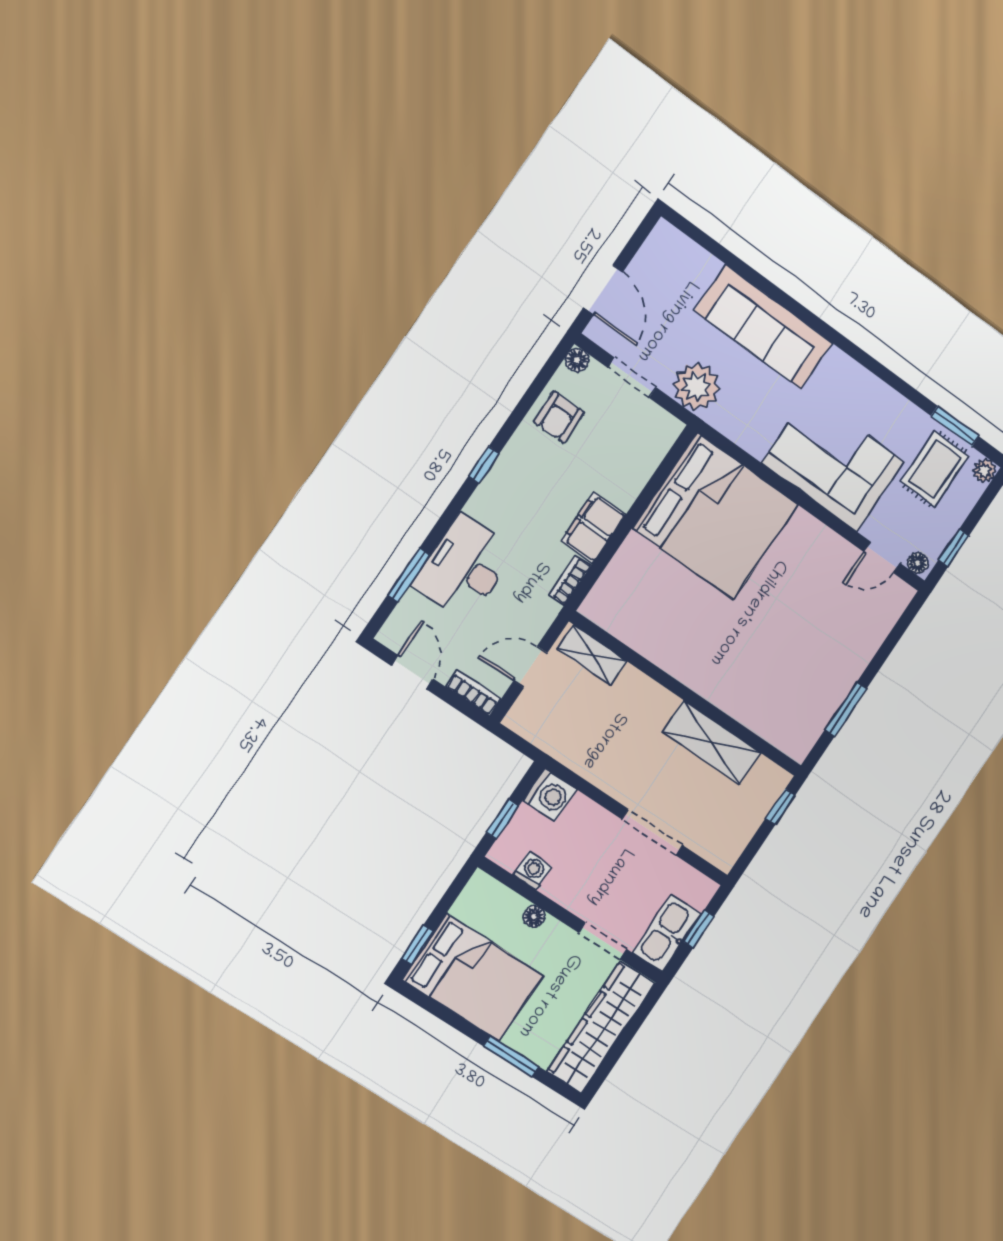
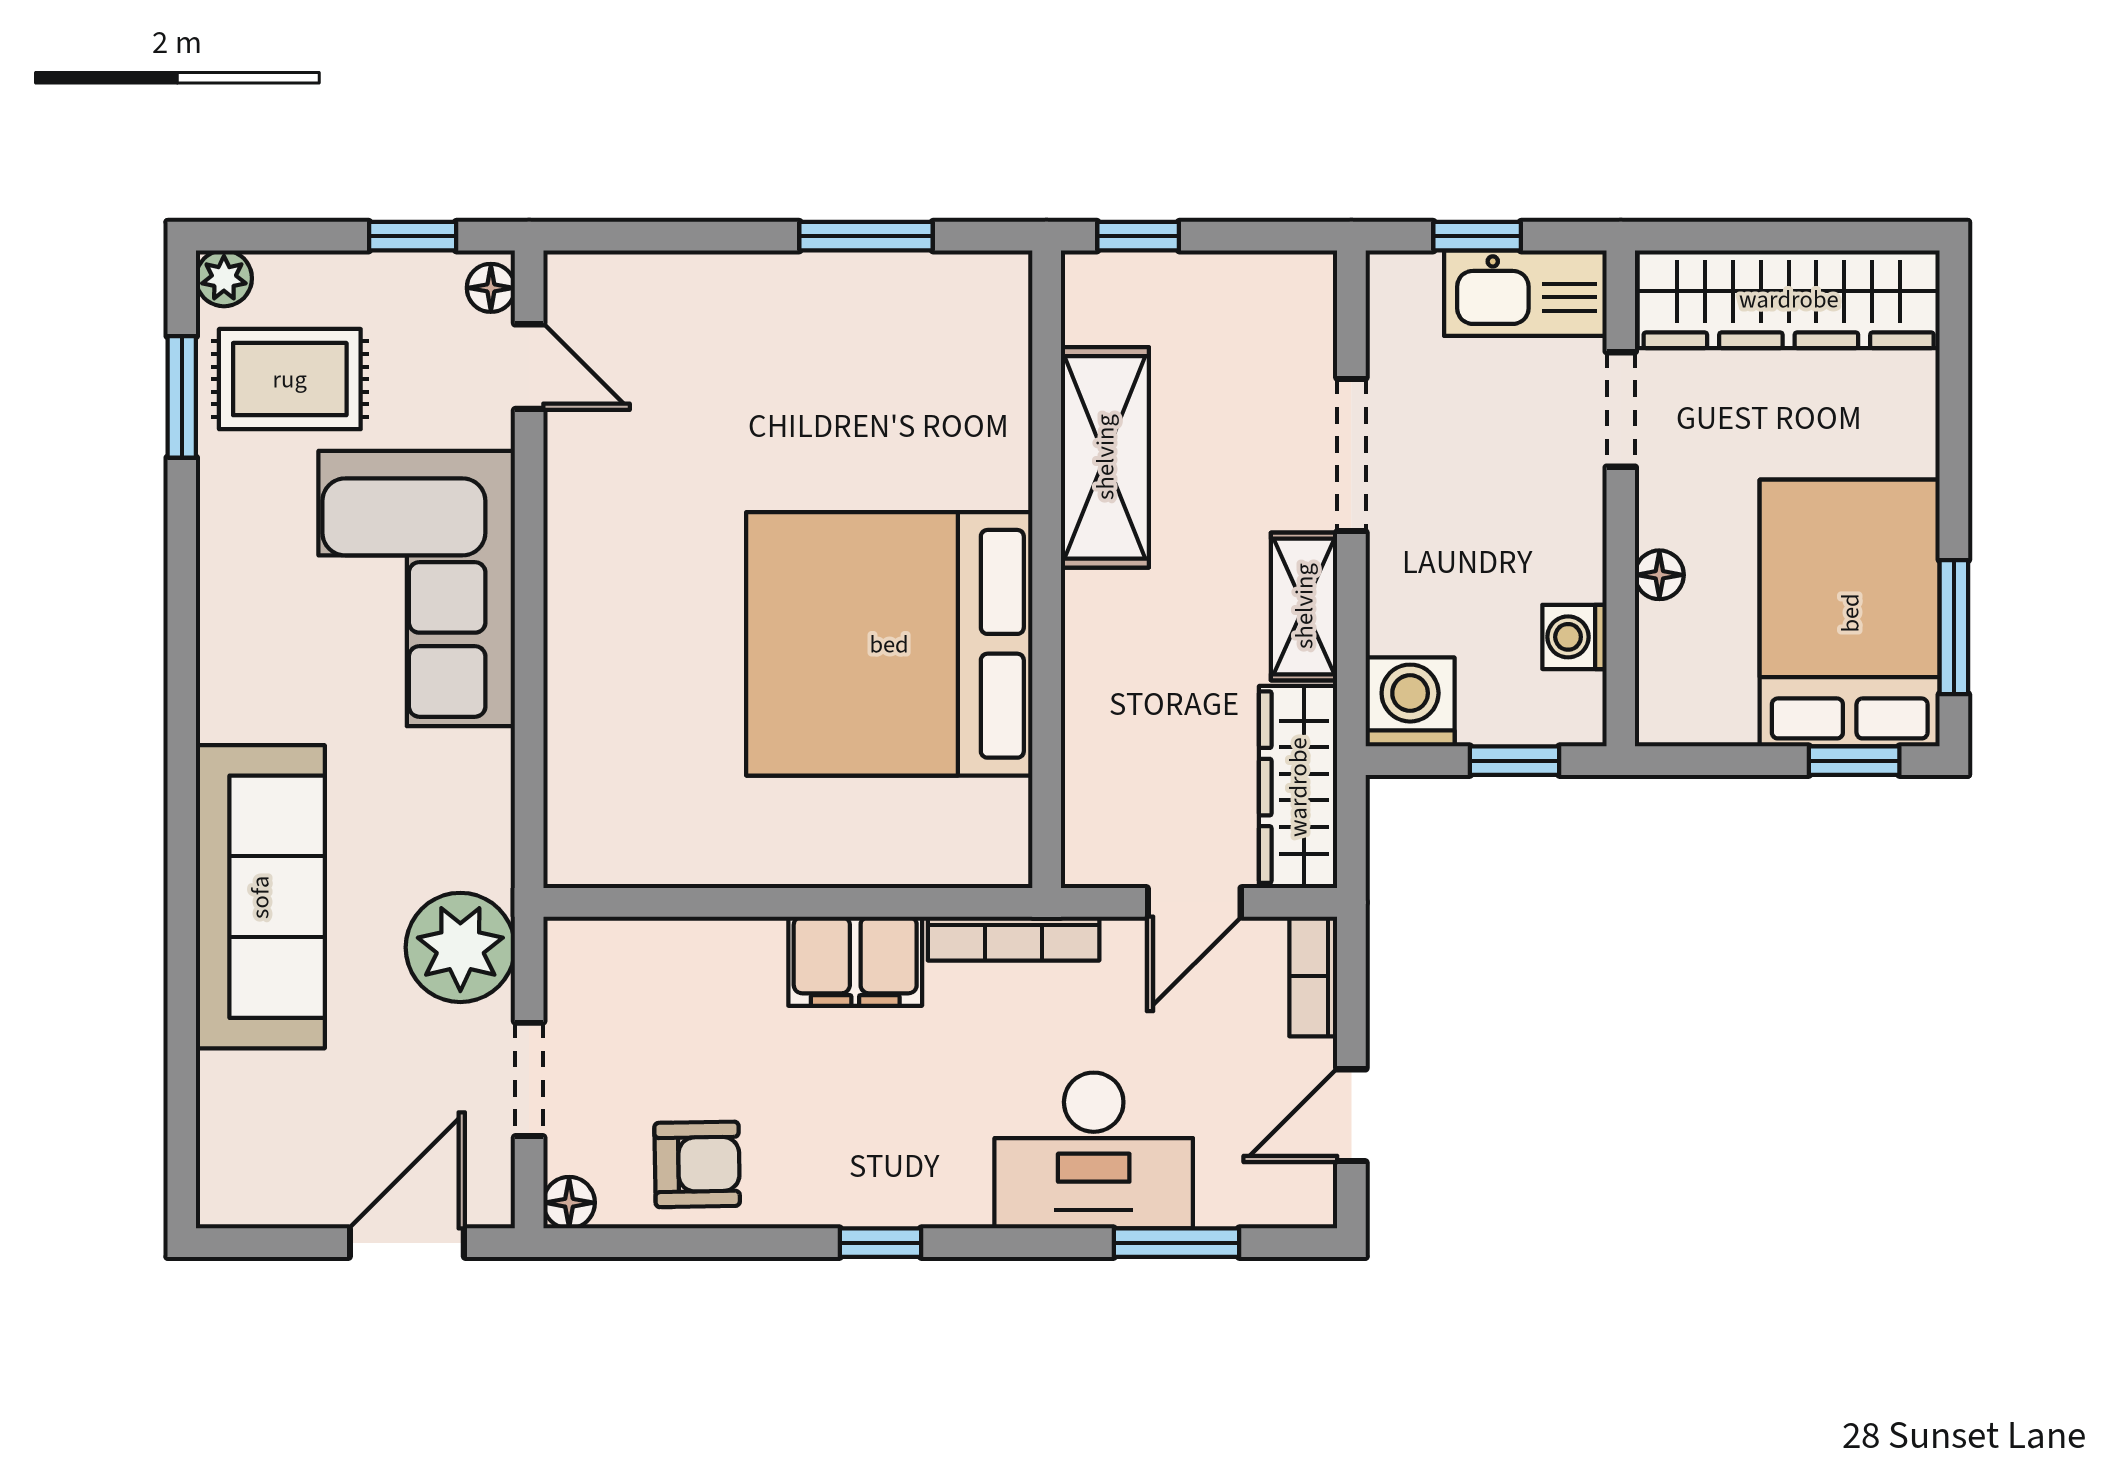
bed: (715, 516) -> (889, 644), moved, turned -90
bookcase: (570, 580) -> (1014, 939), width x1.56
shelving: (592, 655) -> (1304, 606), moved
door: (530, 667) -> (1194, 902), hinge flipped
wardrobe: (546, 733) -> (1298, 787), added
window: (511, 1056) -> (1954, 627), moved

